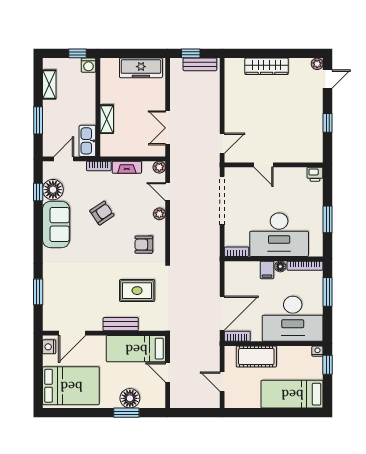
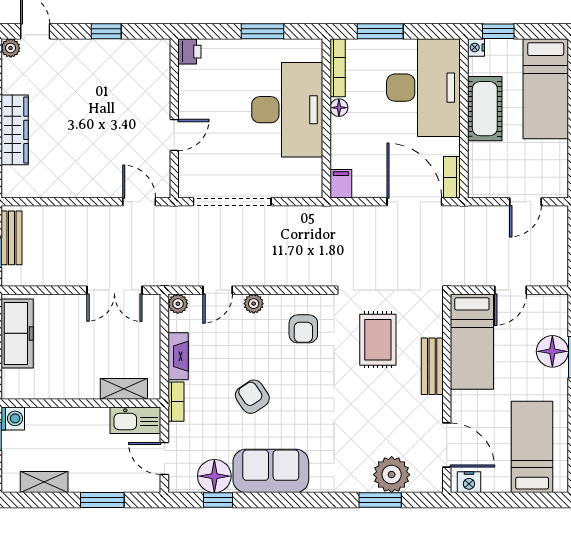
shelving: (107, 119) -> (124, 389), moved
bookcase: (237, 252) -> (315, 179), removed
filing cabinet: (267, 270) -> (341, 184), moved, turned -90
plant: (54, 299) -> (392, 475), added
cot: (256, 357) -> (485, 109), moved
bed: (71, 386) -> (532, 447), width x0.67

